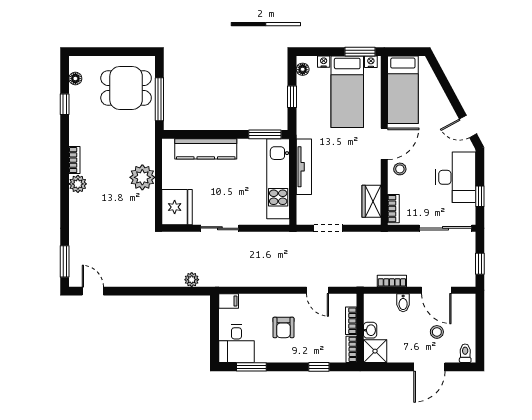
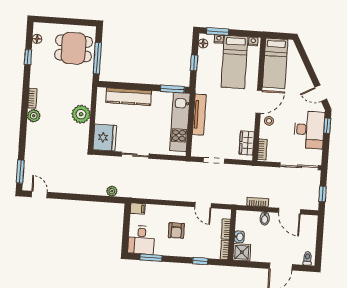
window: (360, 52) -> (218, 32), moved
window: (480, 196) -> (327, 126), moved
stool: (437, 332) -> (288, 241), removed

